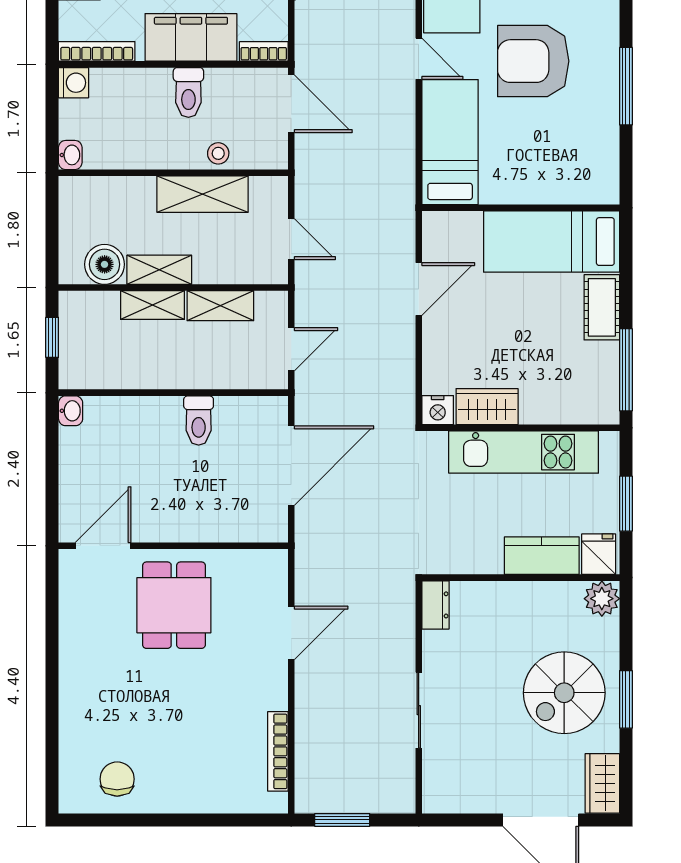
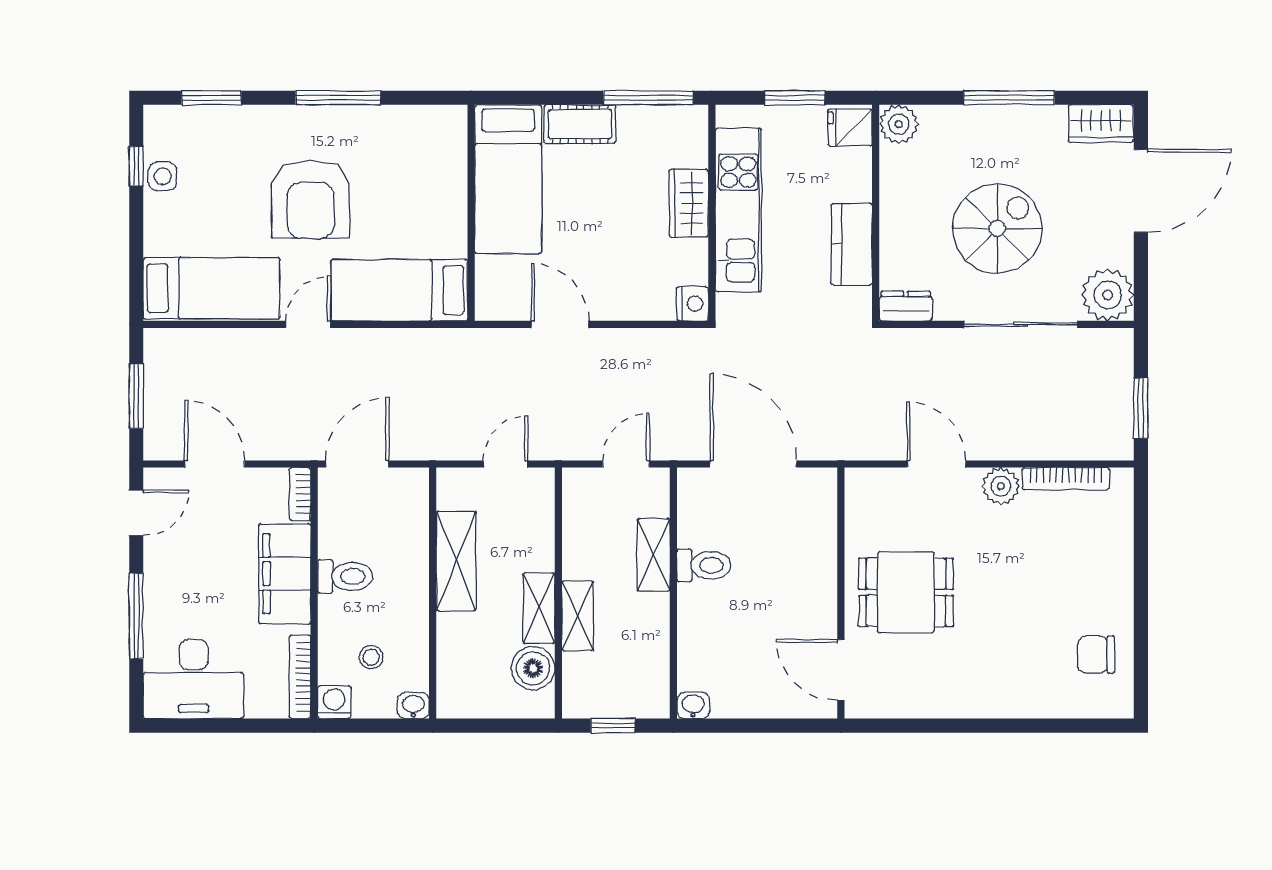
stool: (218, 153) -> (371, 657), moved
shelving: (220, 306) -> (654, 555), moved
door: (291, 349) -> (626, 464), hinge flipped
wardrobe: (487, 407) -> (689, 203), moved
kitchen counter: (542, 556) -> (852, 244), moved
plant: (271, 692) -> (1001, 486), added
spiral stairs: (564, 693) -> (997, 229), moved, turned -90
window: (626, 699) -> (1009, 98), width x1.44
sliding door: (419, 710) -> (1021, 324), width x1.37
plant: (446, 790) -> (1108, 295), added

